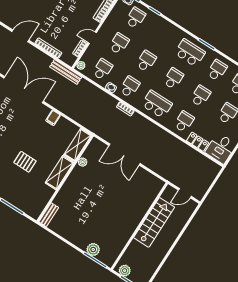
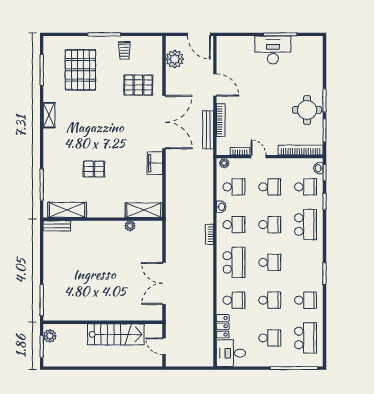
school desk: (190, 53) -> (305, 225), moved
bench: (66, 72) -> (208, 130), moved
filing cabinet: (53, 118) -> (155, 163), width x2.00
double door: (125, 155) -> (164, 283), moved
pallet: (25, 162) -> (94, 169), turned 90
shelving: (60, 173) -> (67, 210), moved
plant: (93, 249) -> (51, 292), removed

